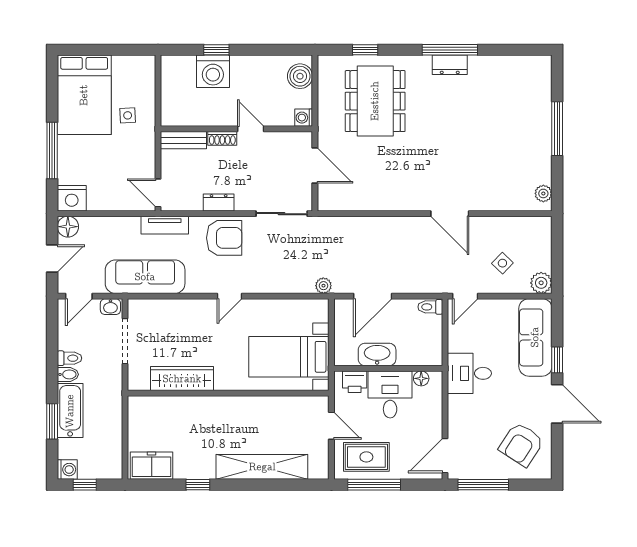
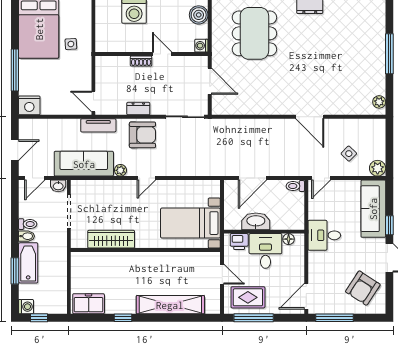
bench: (183, 140) -> (112, 62), removed
floor lamp: (68, 227) -> (27, 126), removed
plant: (323, 286) -> (120, 170), moved

